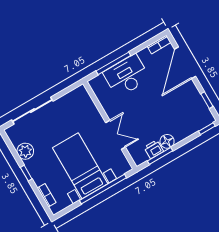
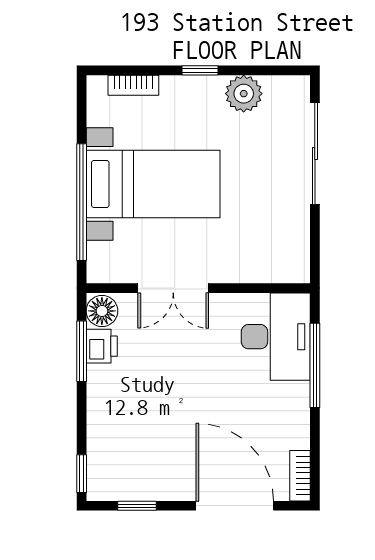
desk: (127, 76) -> (276, 337), moved
floor lamp: (167, 141) -> (102, 311), moved

